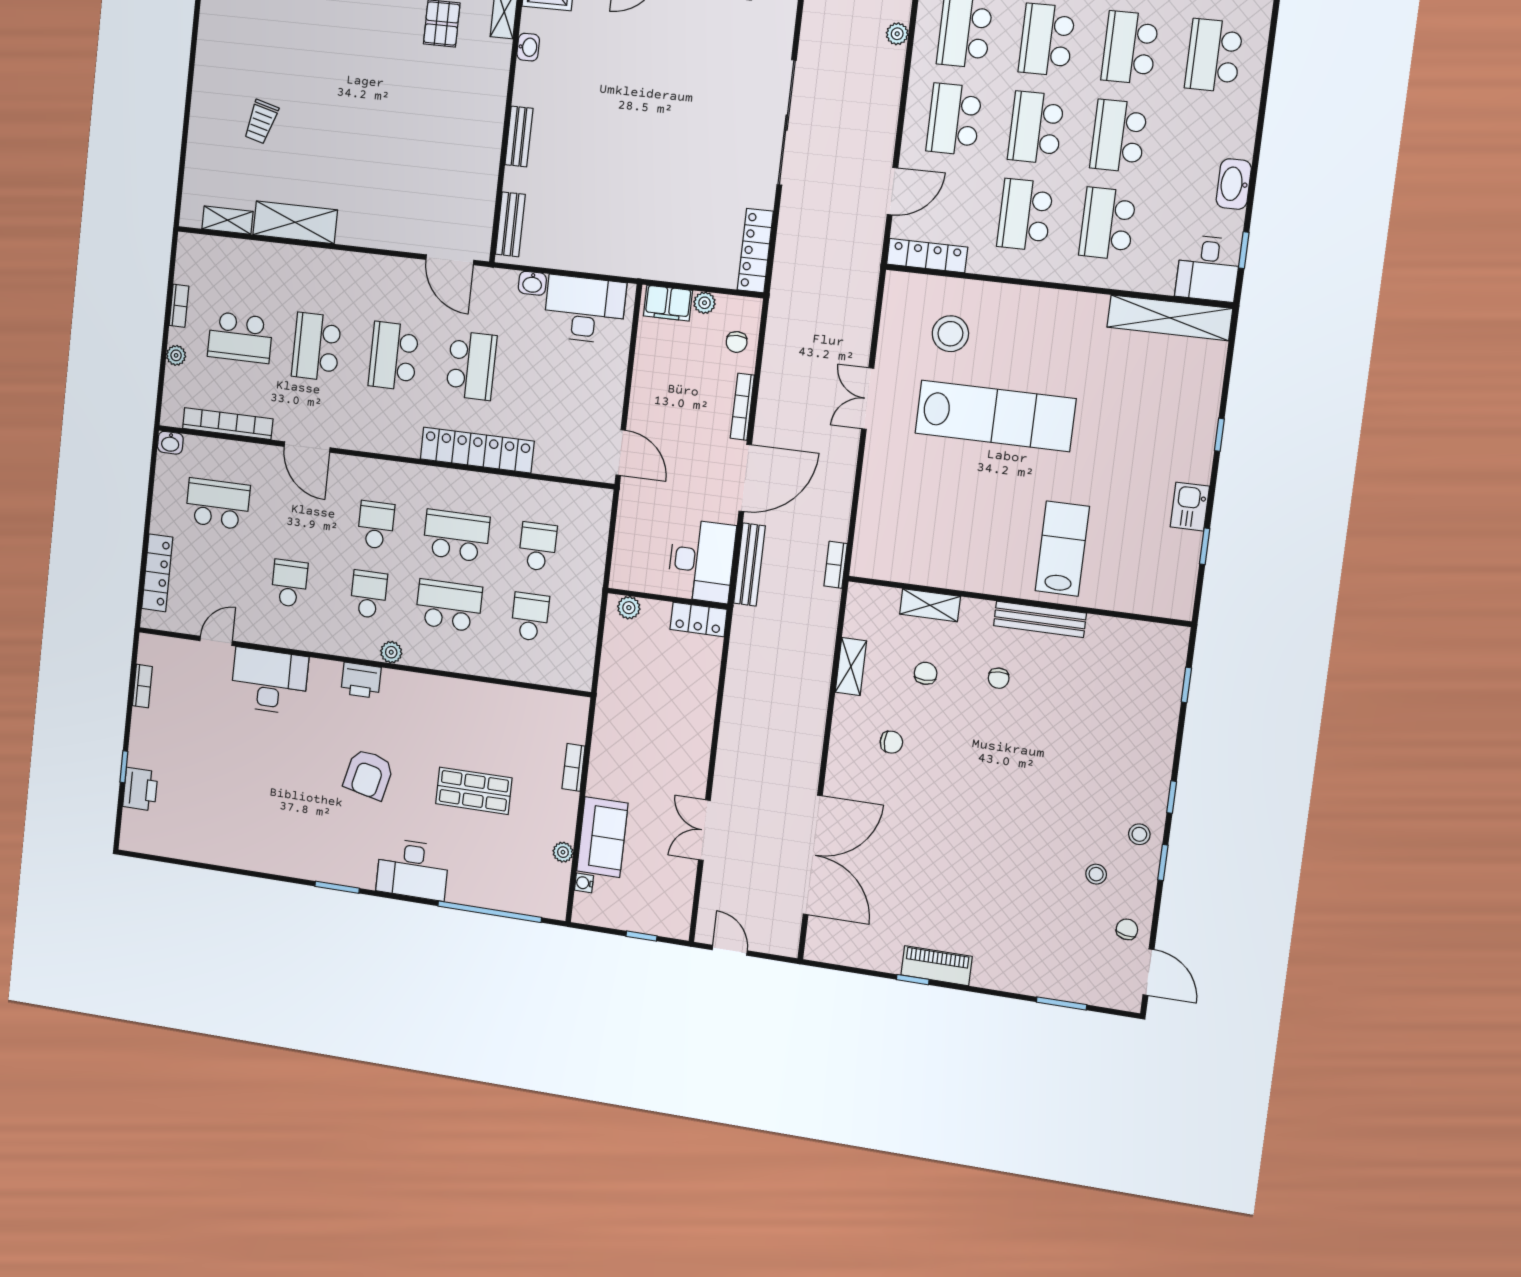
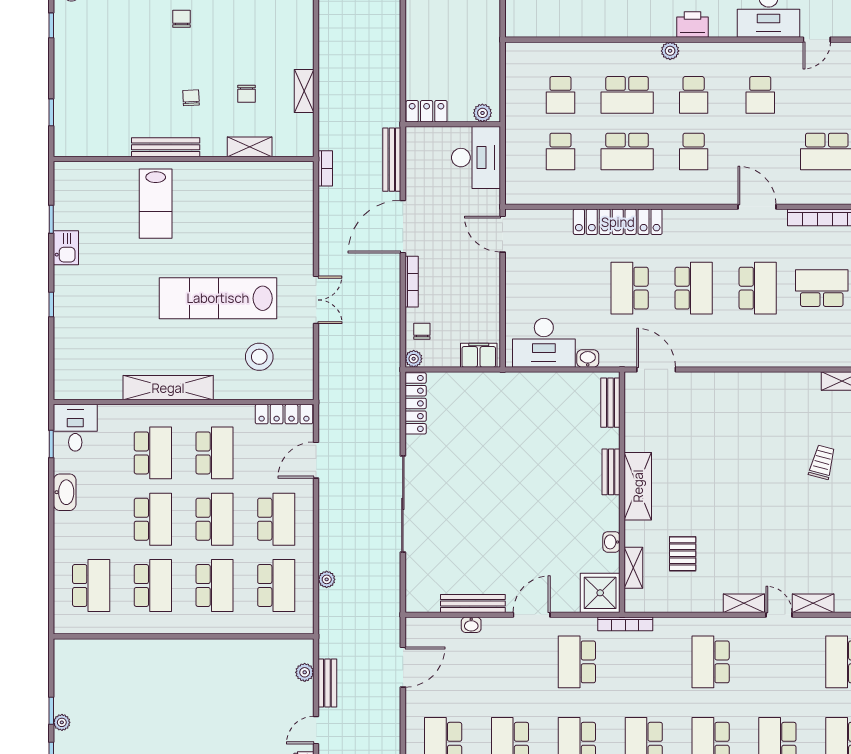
shelving: (295, 222) -> (638, 486), moved, turned 90
plant: (705, 303) -> (414, 359), moved
shelving: (1170, 318) -> (168, 388), moved
desk: (702, 561) -> (476, 158), moved, turned 180
chair: (891, 742) -> (181, 19), moved, turned 90

